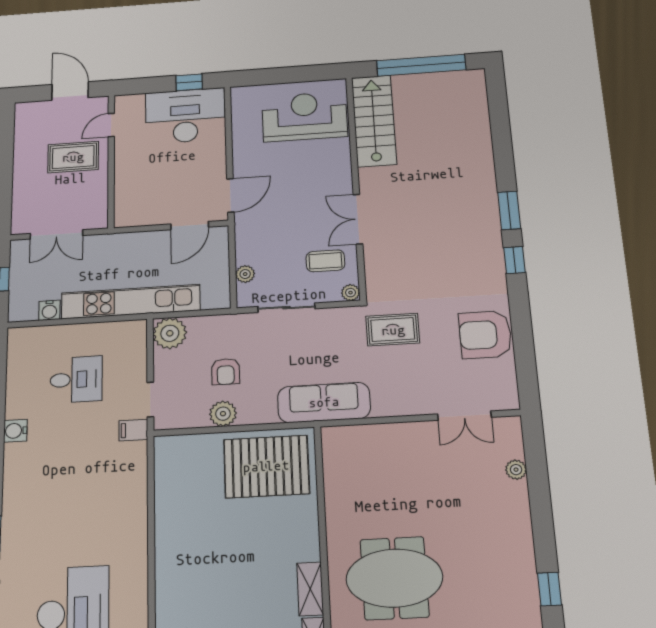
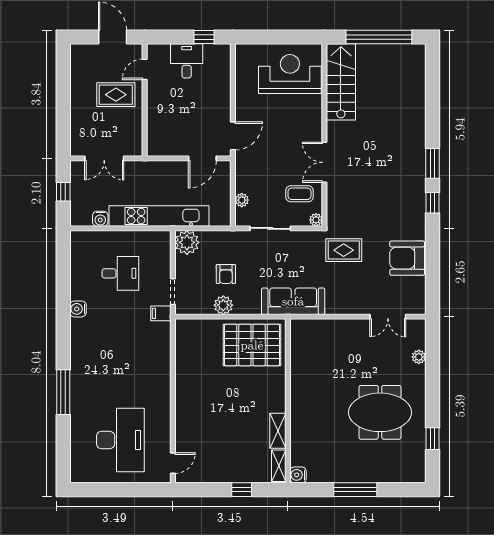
desk: (185, 116) -> (187, 61), width x0.53, depth x0.77
meeting table: (394, 578) -> (380, 412), moved

